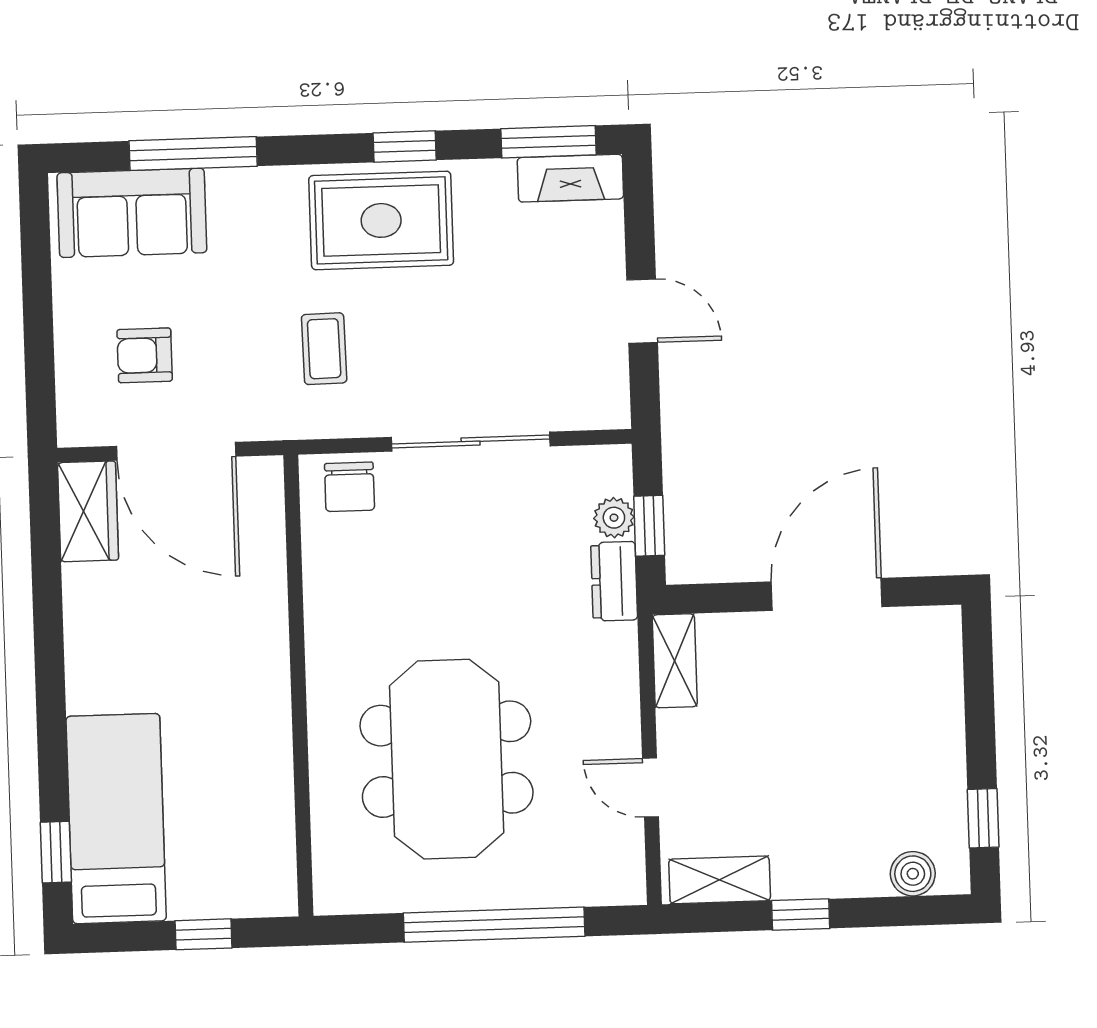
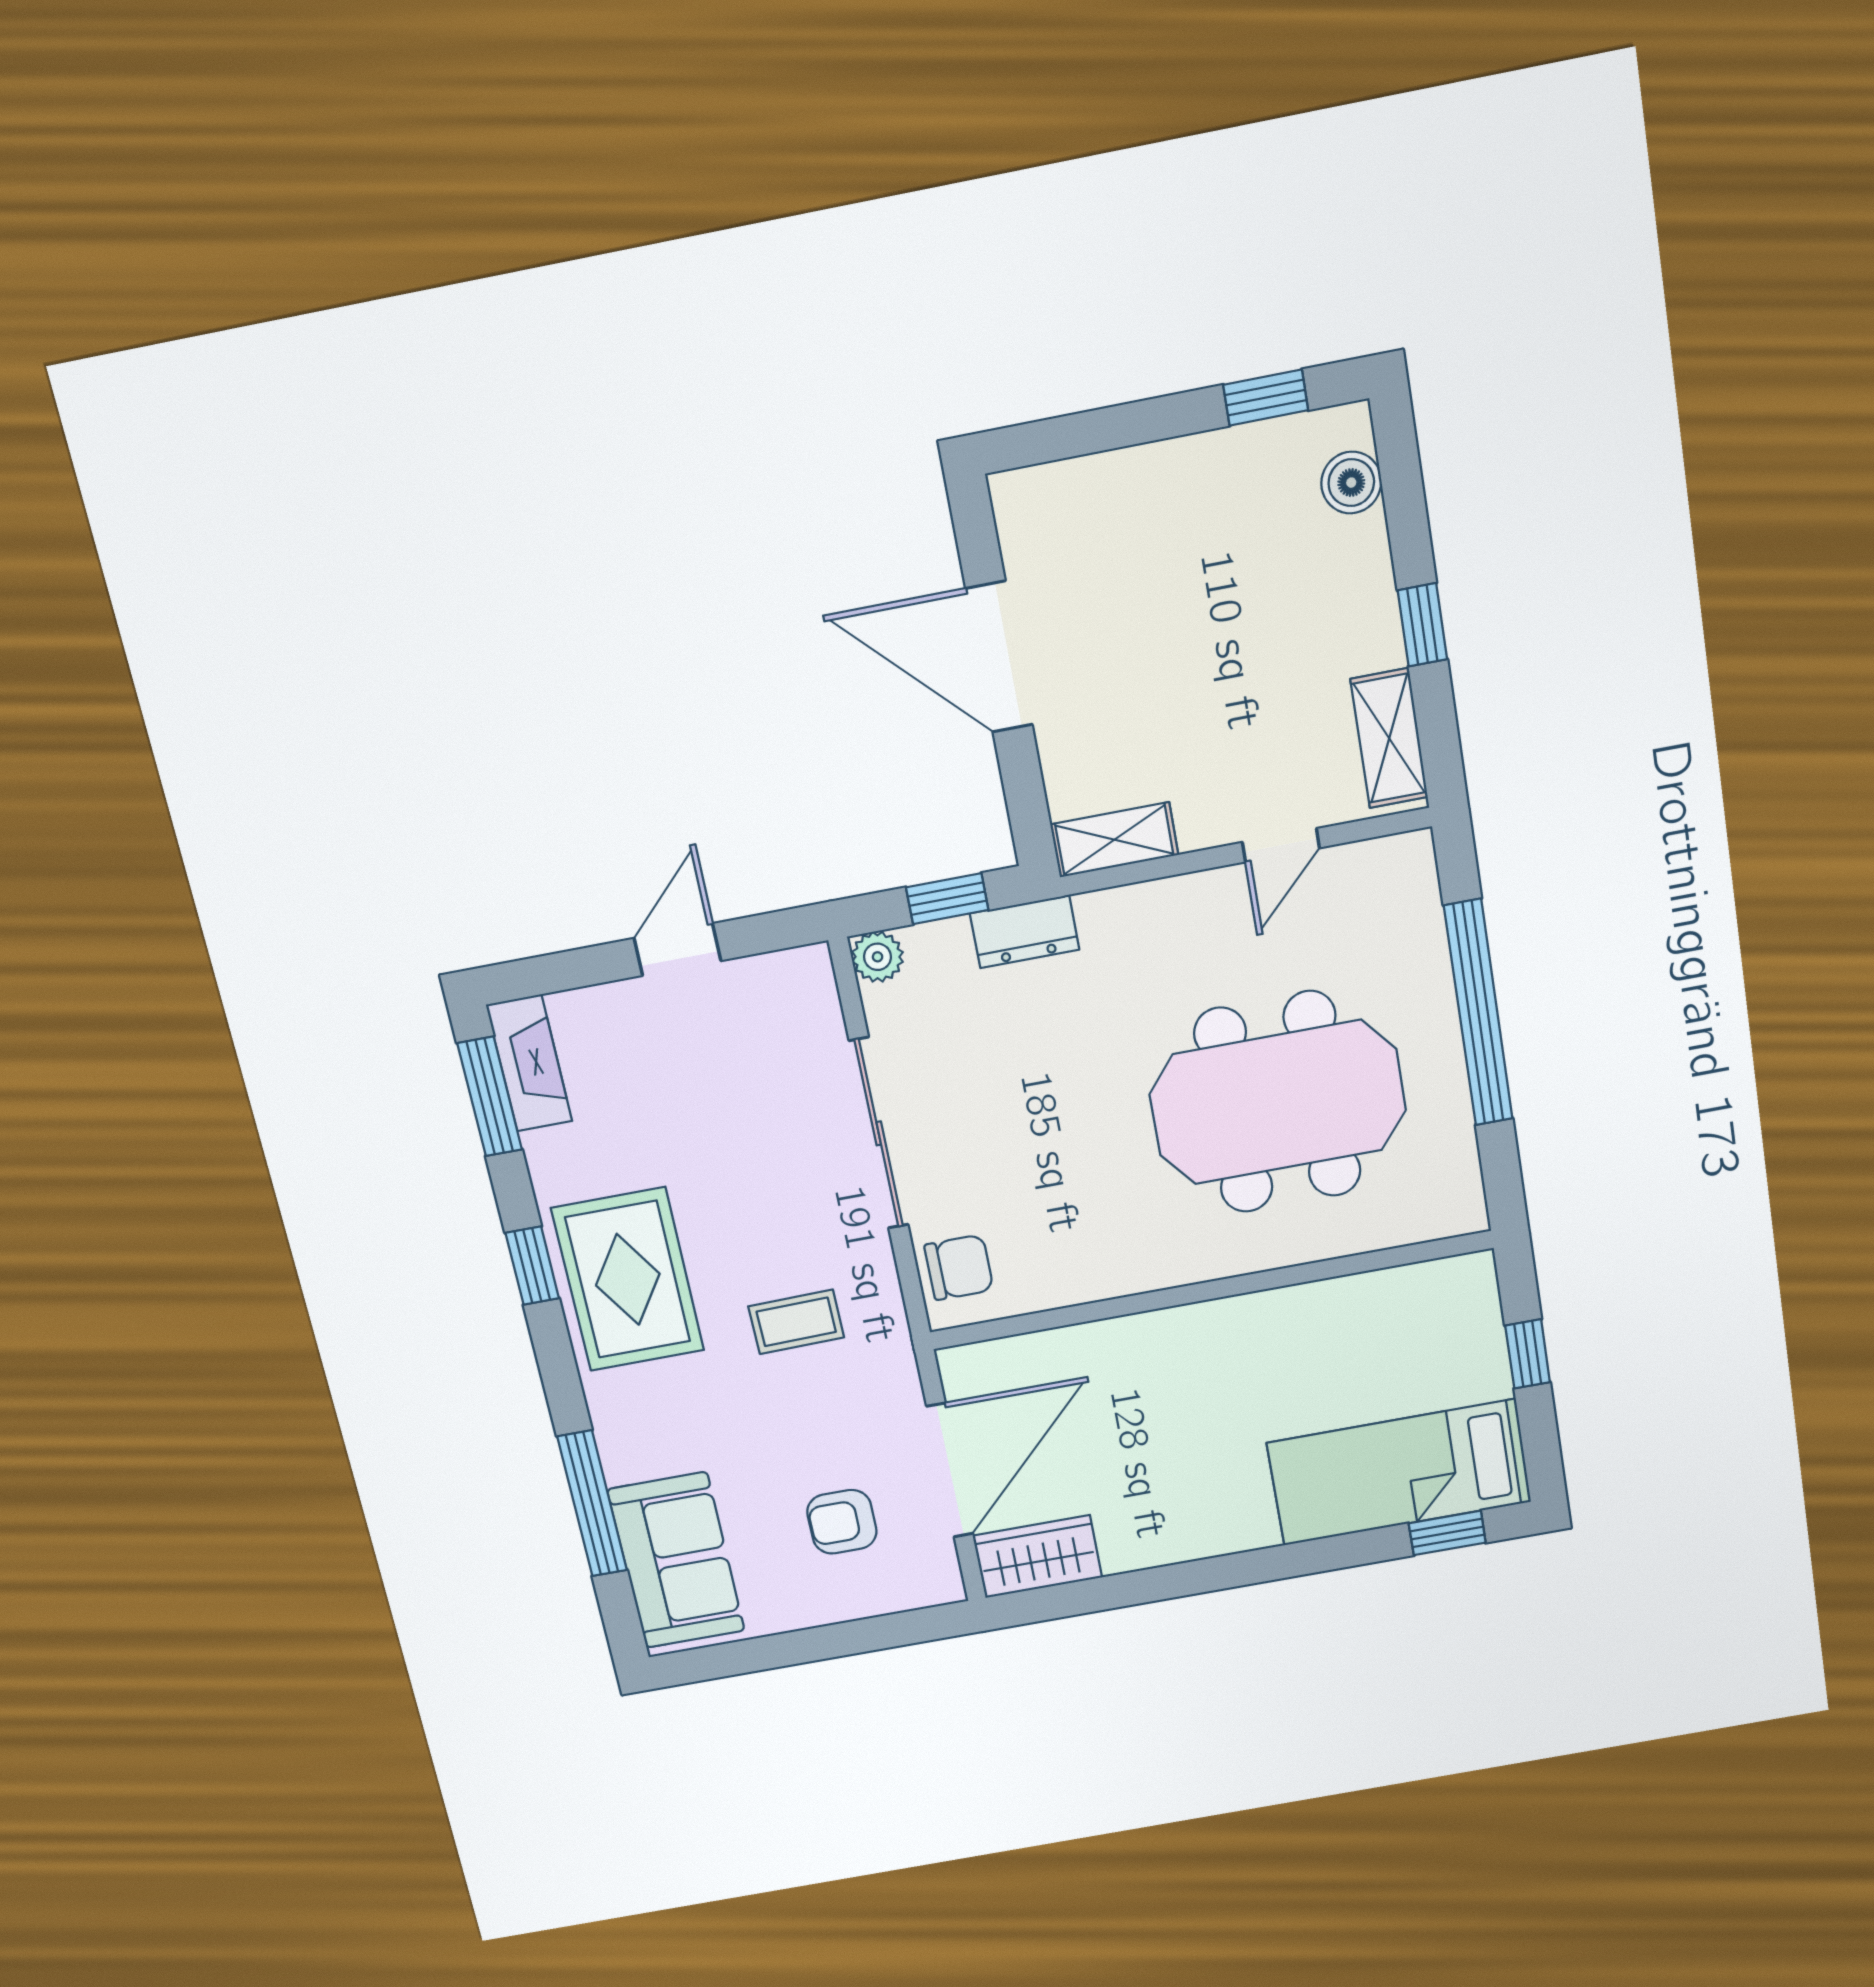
armchair: (145, 355) -> (842, 1522), turned 90
plant: (614, 518) -> (878, 957), moved

